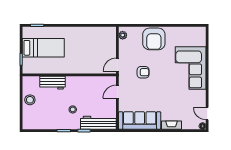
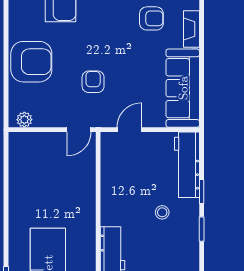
door: (117, 65) -> (79, 130), hinge flipped
door: (117, 92) -> (129, 130), swing flipped
armchair: (177, 104) -> (151, 18), added

